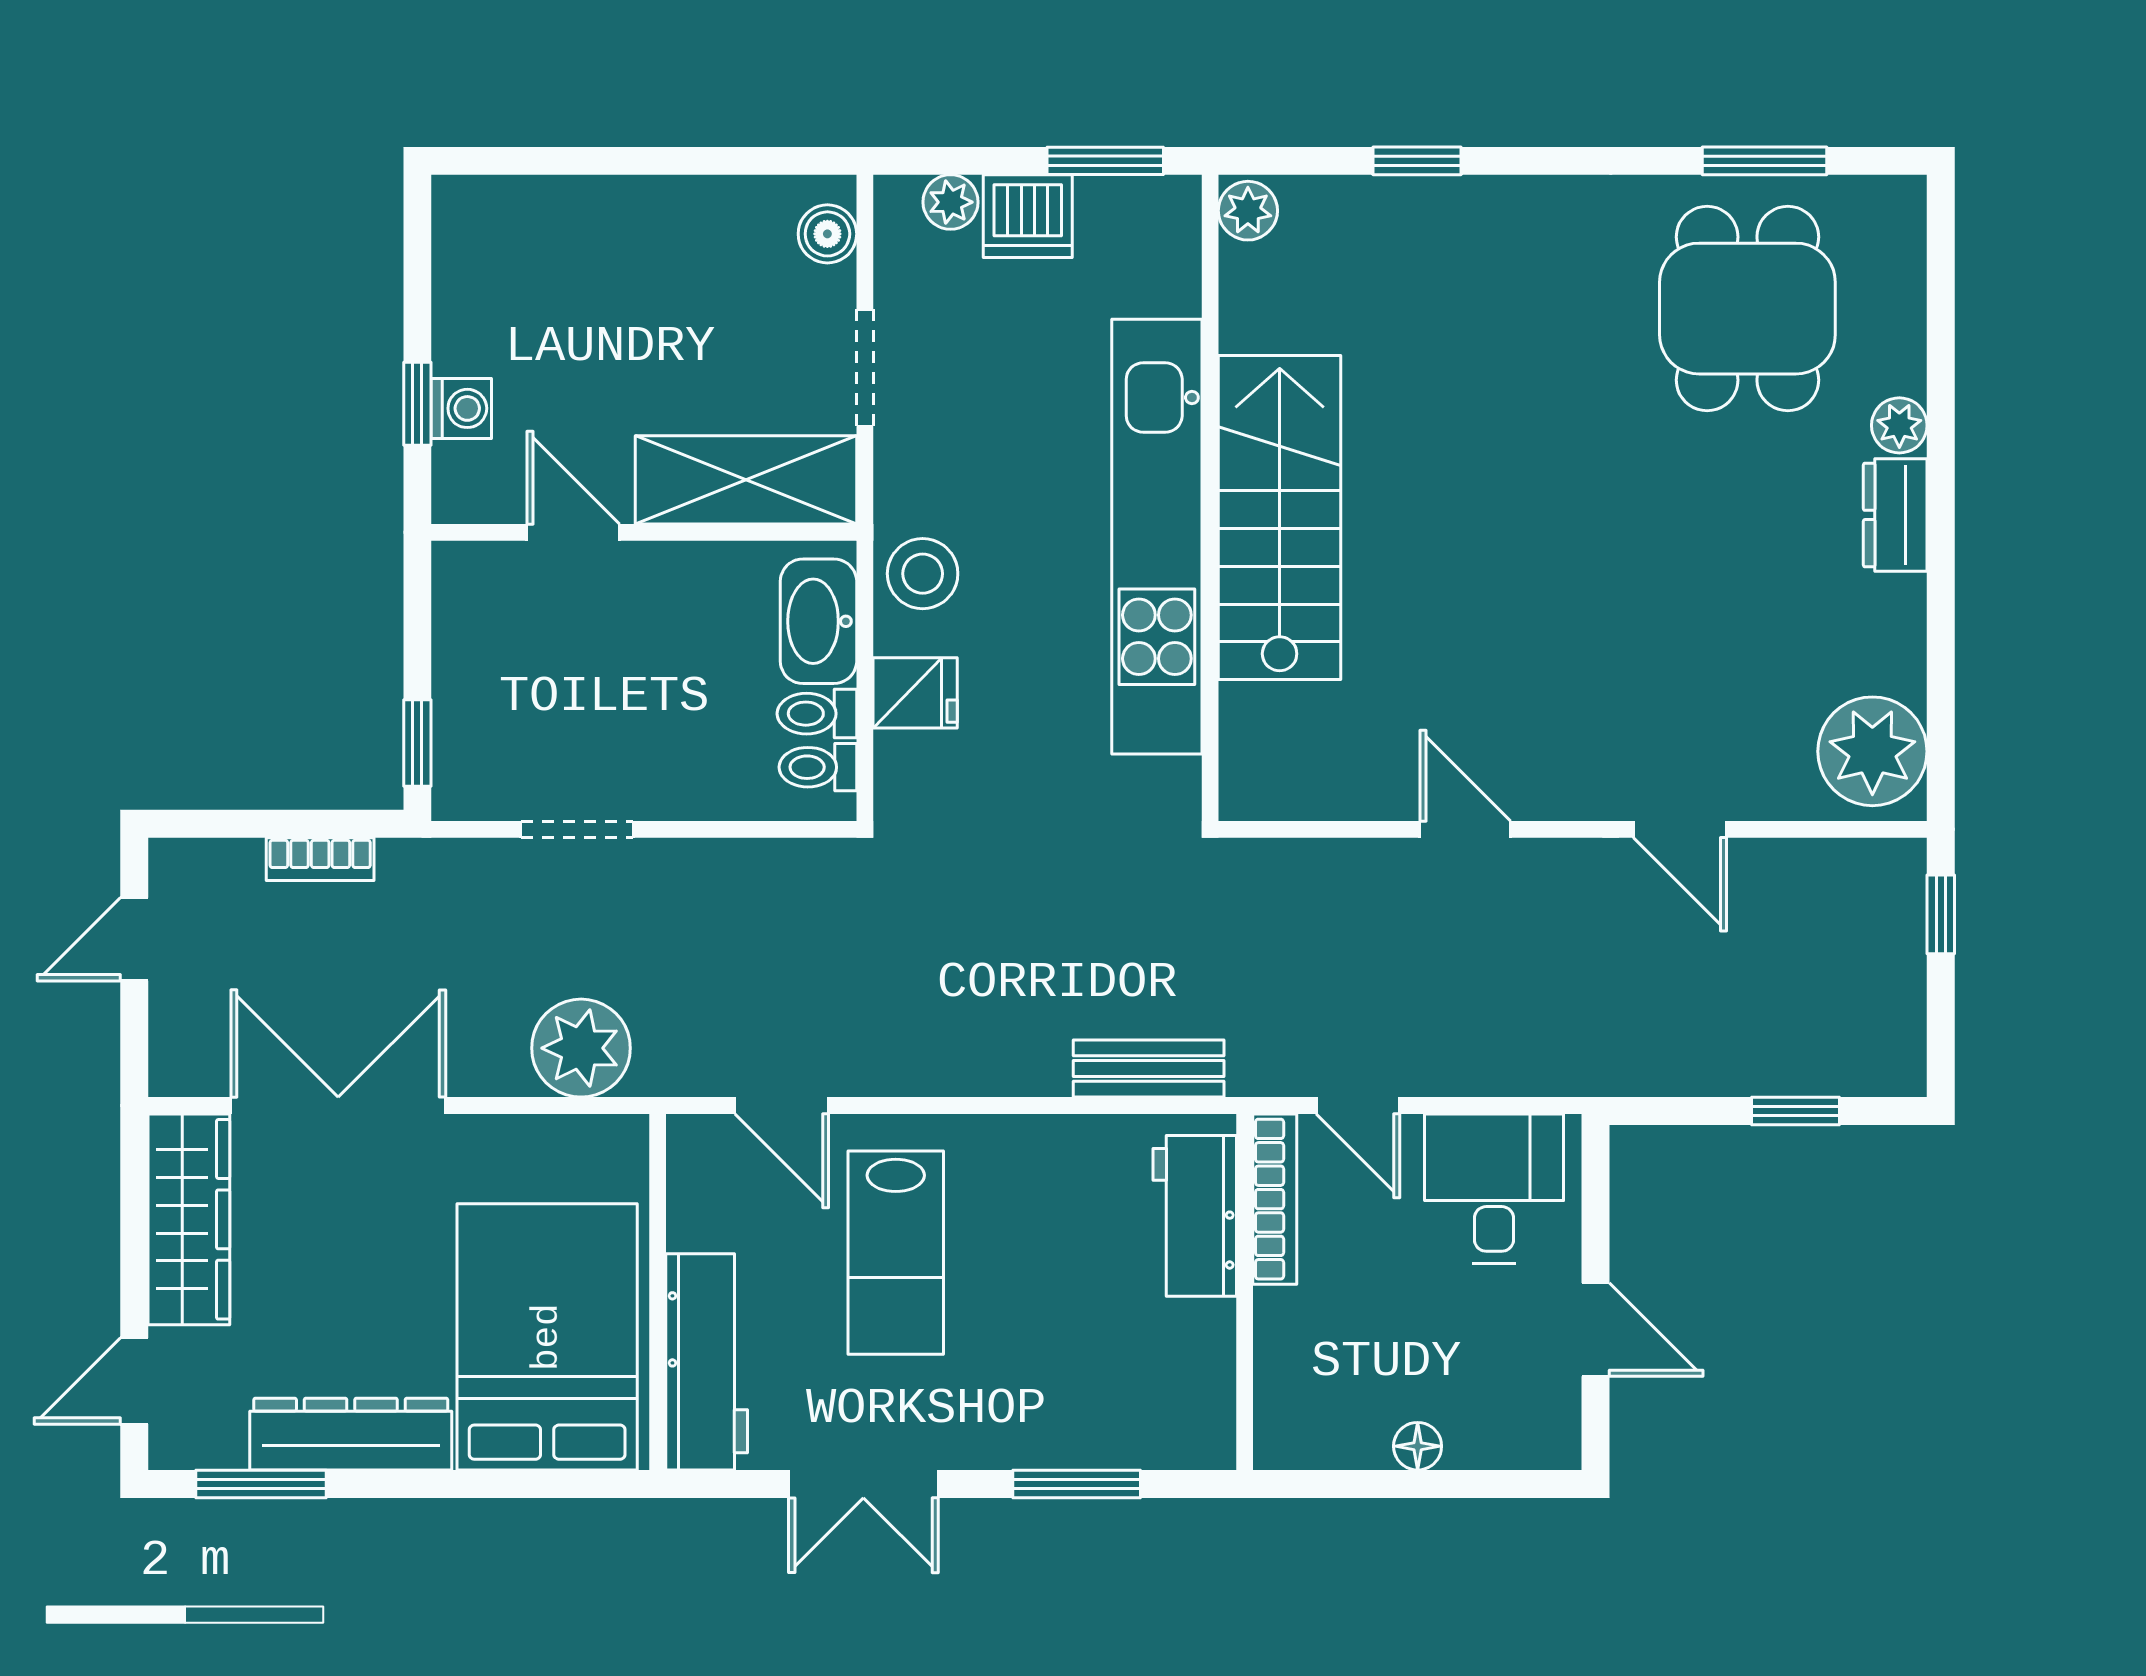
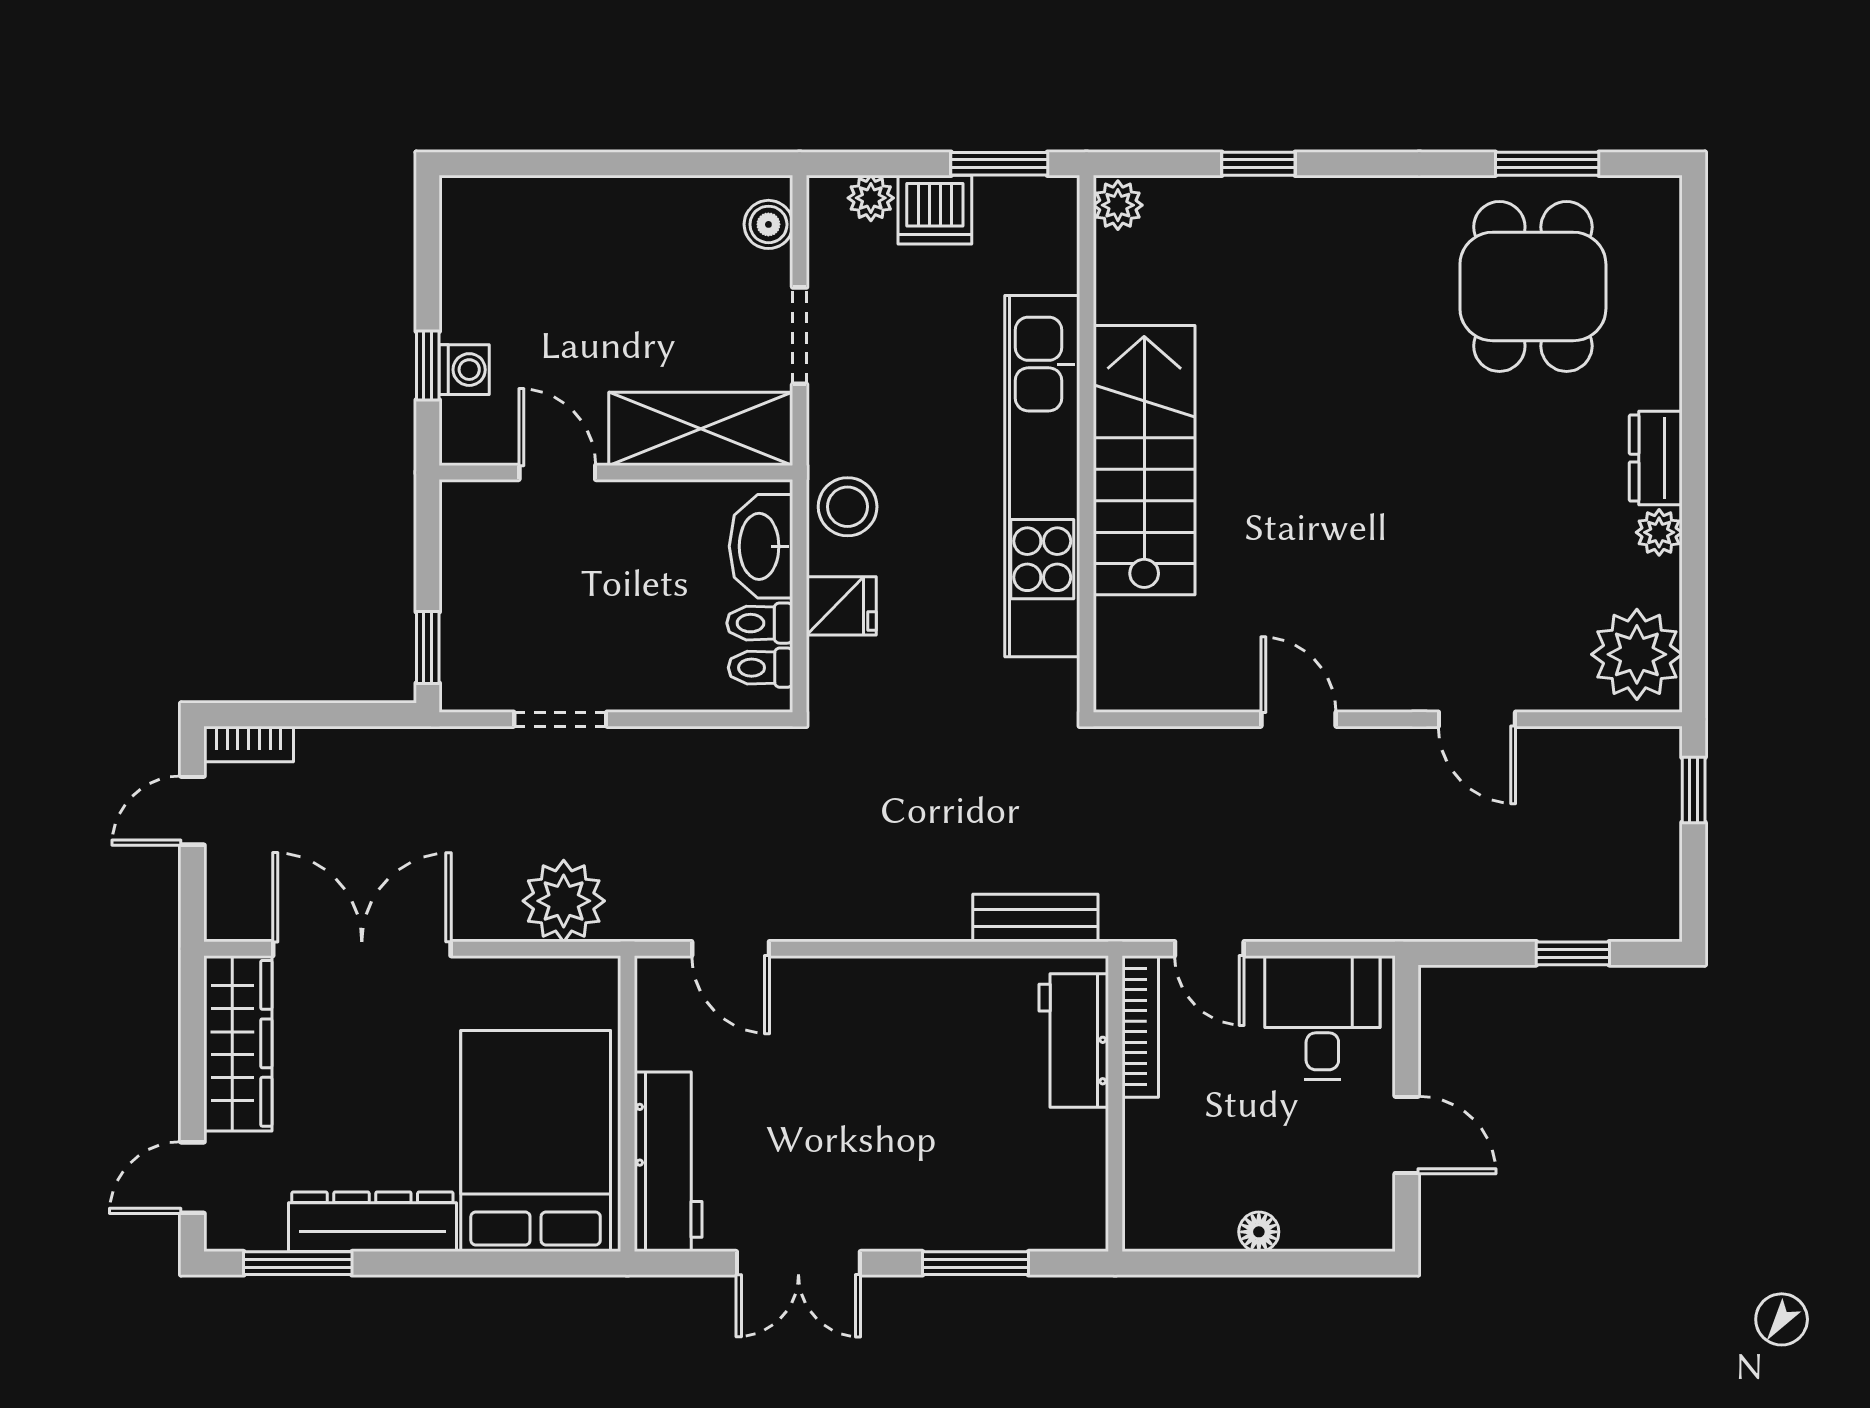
plant: (1899, 425) -> (1659, 532), moved
bookcase: (320, 859) -> (249, 744), moved
lab bench: (896, 1253) -> (825, 1071), removed

